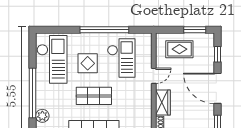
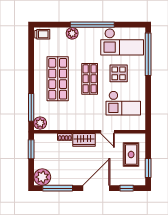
window: (104, 30) -> (148, 54), moved

